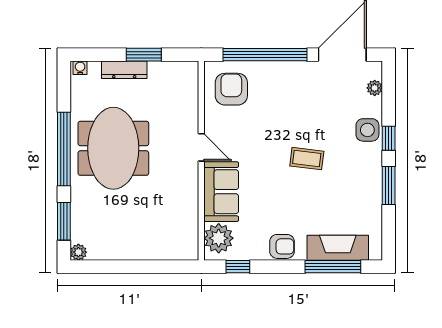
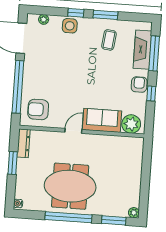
dresser: (124, 70) -> (24, 143), moved
coffee table: (307, 159) -> (109, 40), moved
window: (238, 267) -> (151, 94), moved

